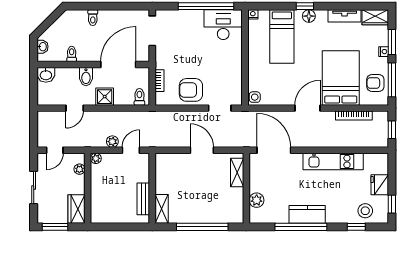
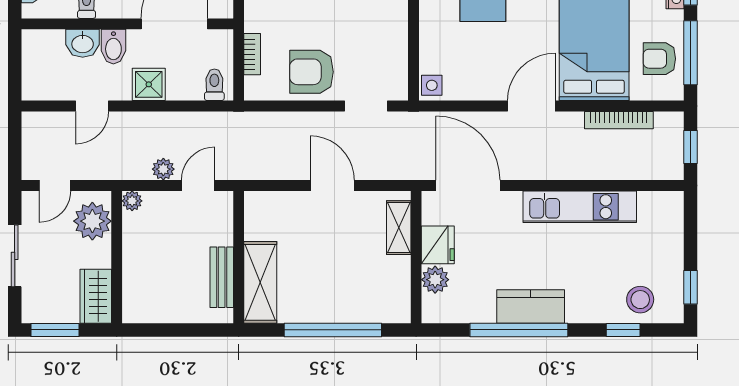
washbasin: (46, 75) -> (83, 43), moved
plant: (79, 169) -> (92, 221), width x1.88, depth x1.88
fridge: (380, 185) -> (438, 245), moved, turned 180
shelving: (162, 209) -> (260, 282), width x1.50, depth x1.33

